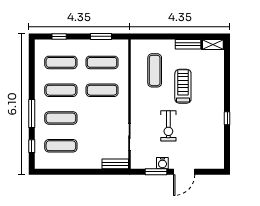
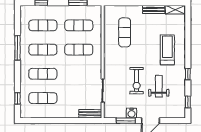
treadmill: (183, 86) -> (167, 50), moved
window: (32, 113) -> (17, 48), moved
weight bench: (194, 132) -> (159, 86), added
window: (227, 150) -> (188, 102), added

